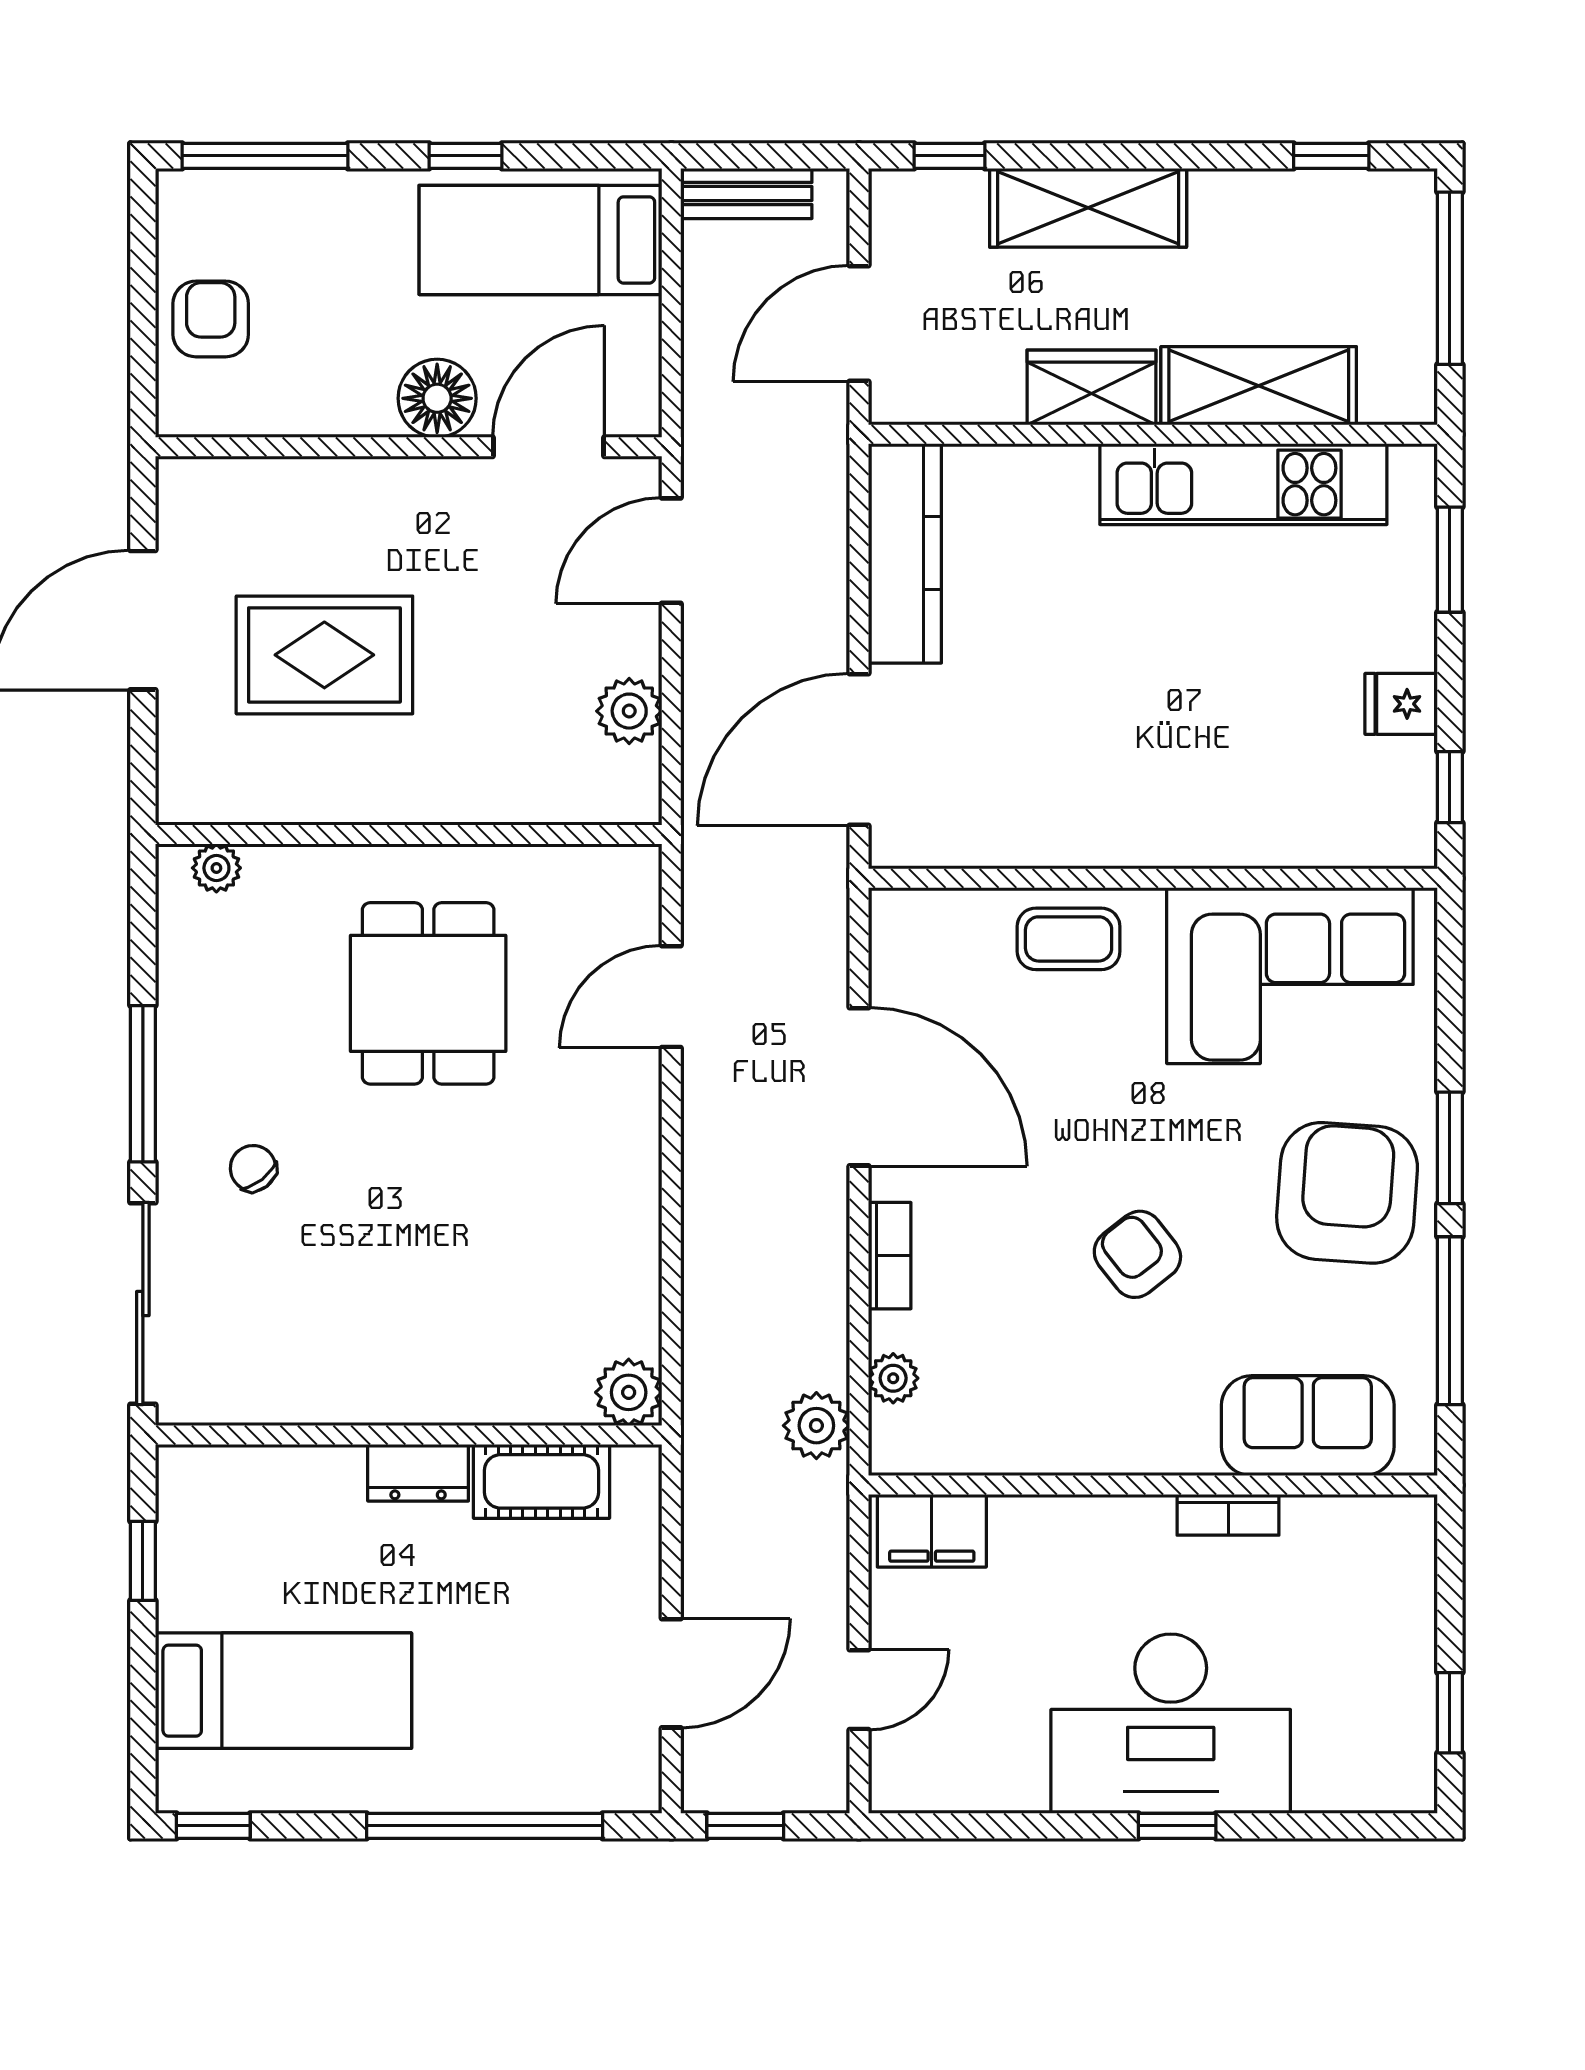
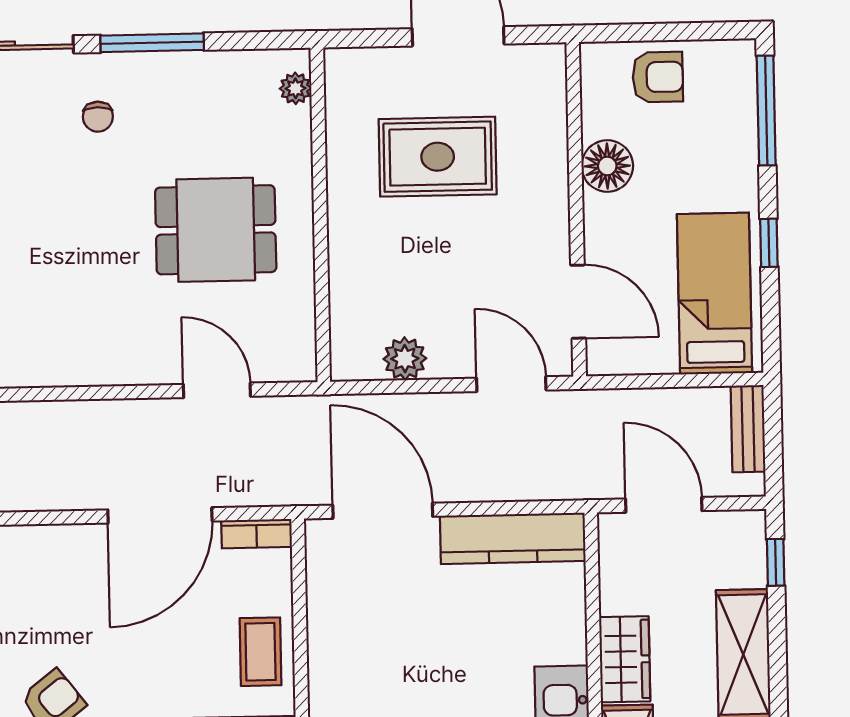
floor lamp: (437, 398) -> (607, 166), moved
rug: (324, 655) -> (438, 157), turned 90
chair: (253, 1168) -> (98, 117), turned 128
bookcase: (890, 1256) -> (257, 534), moved

